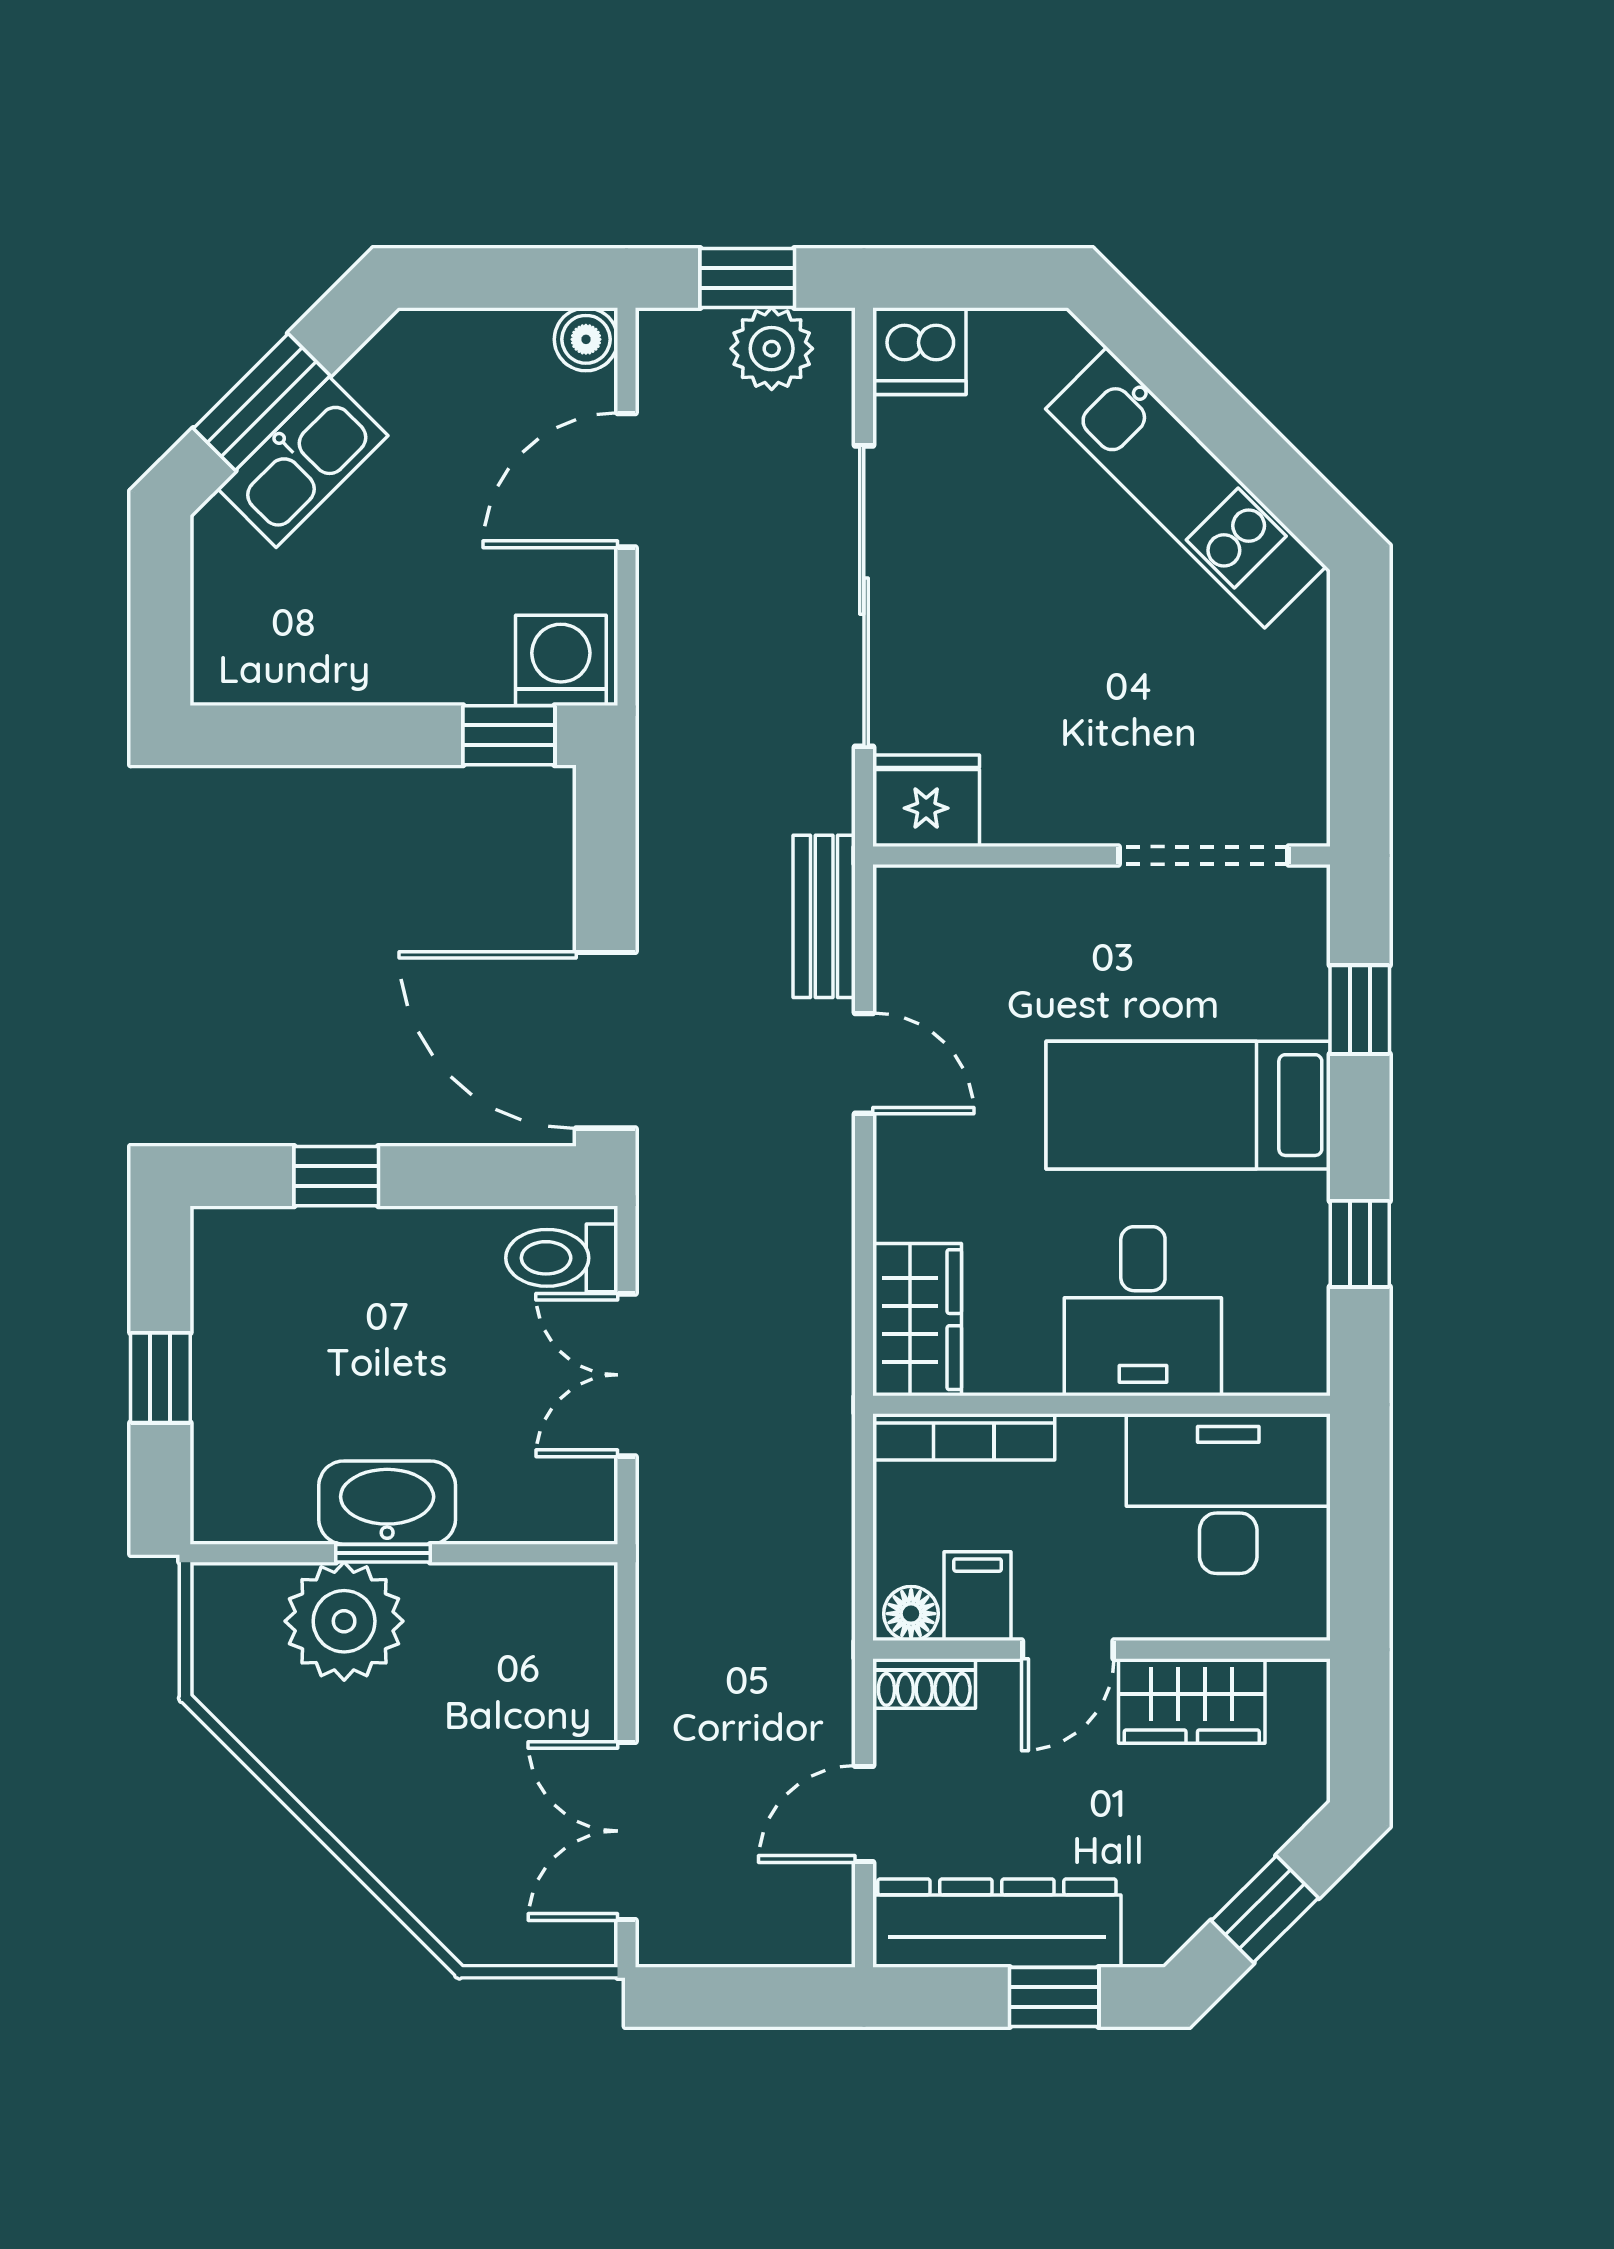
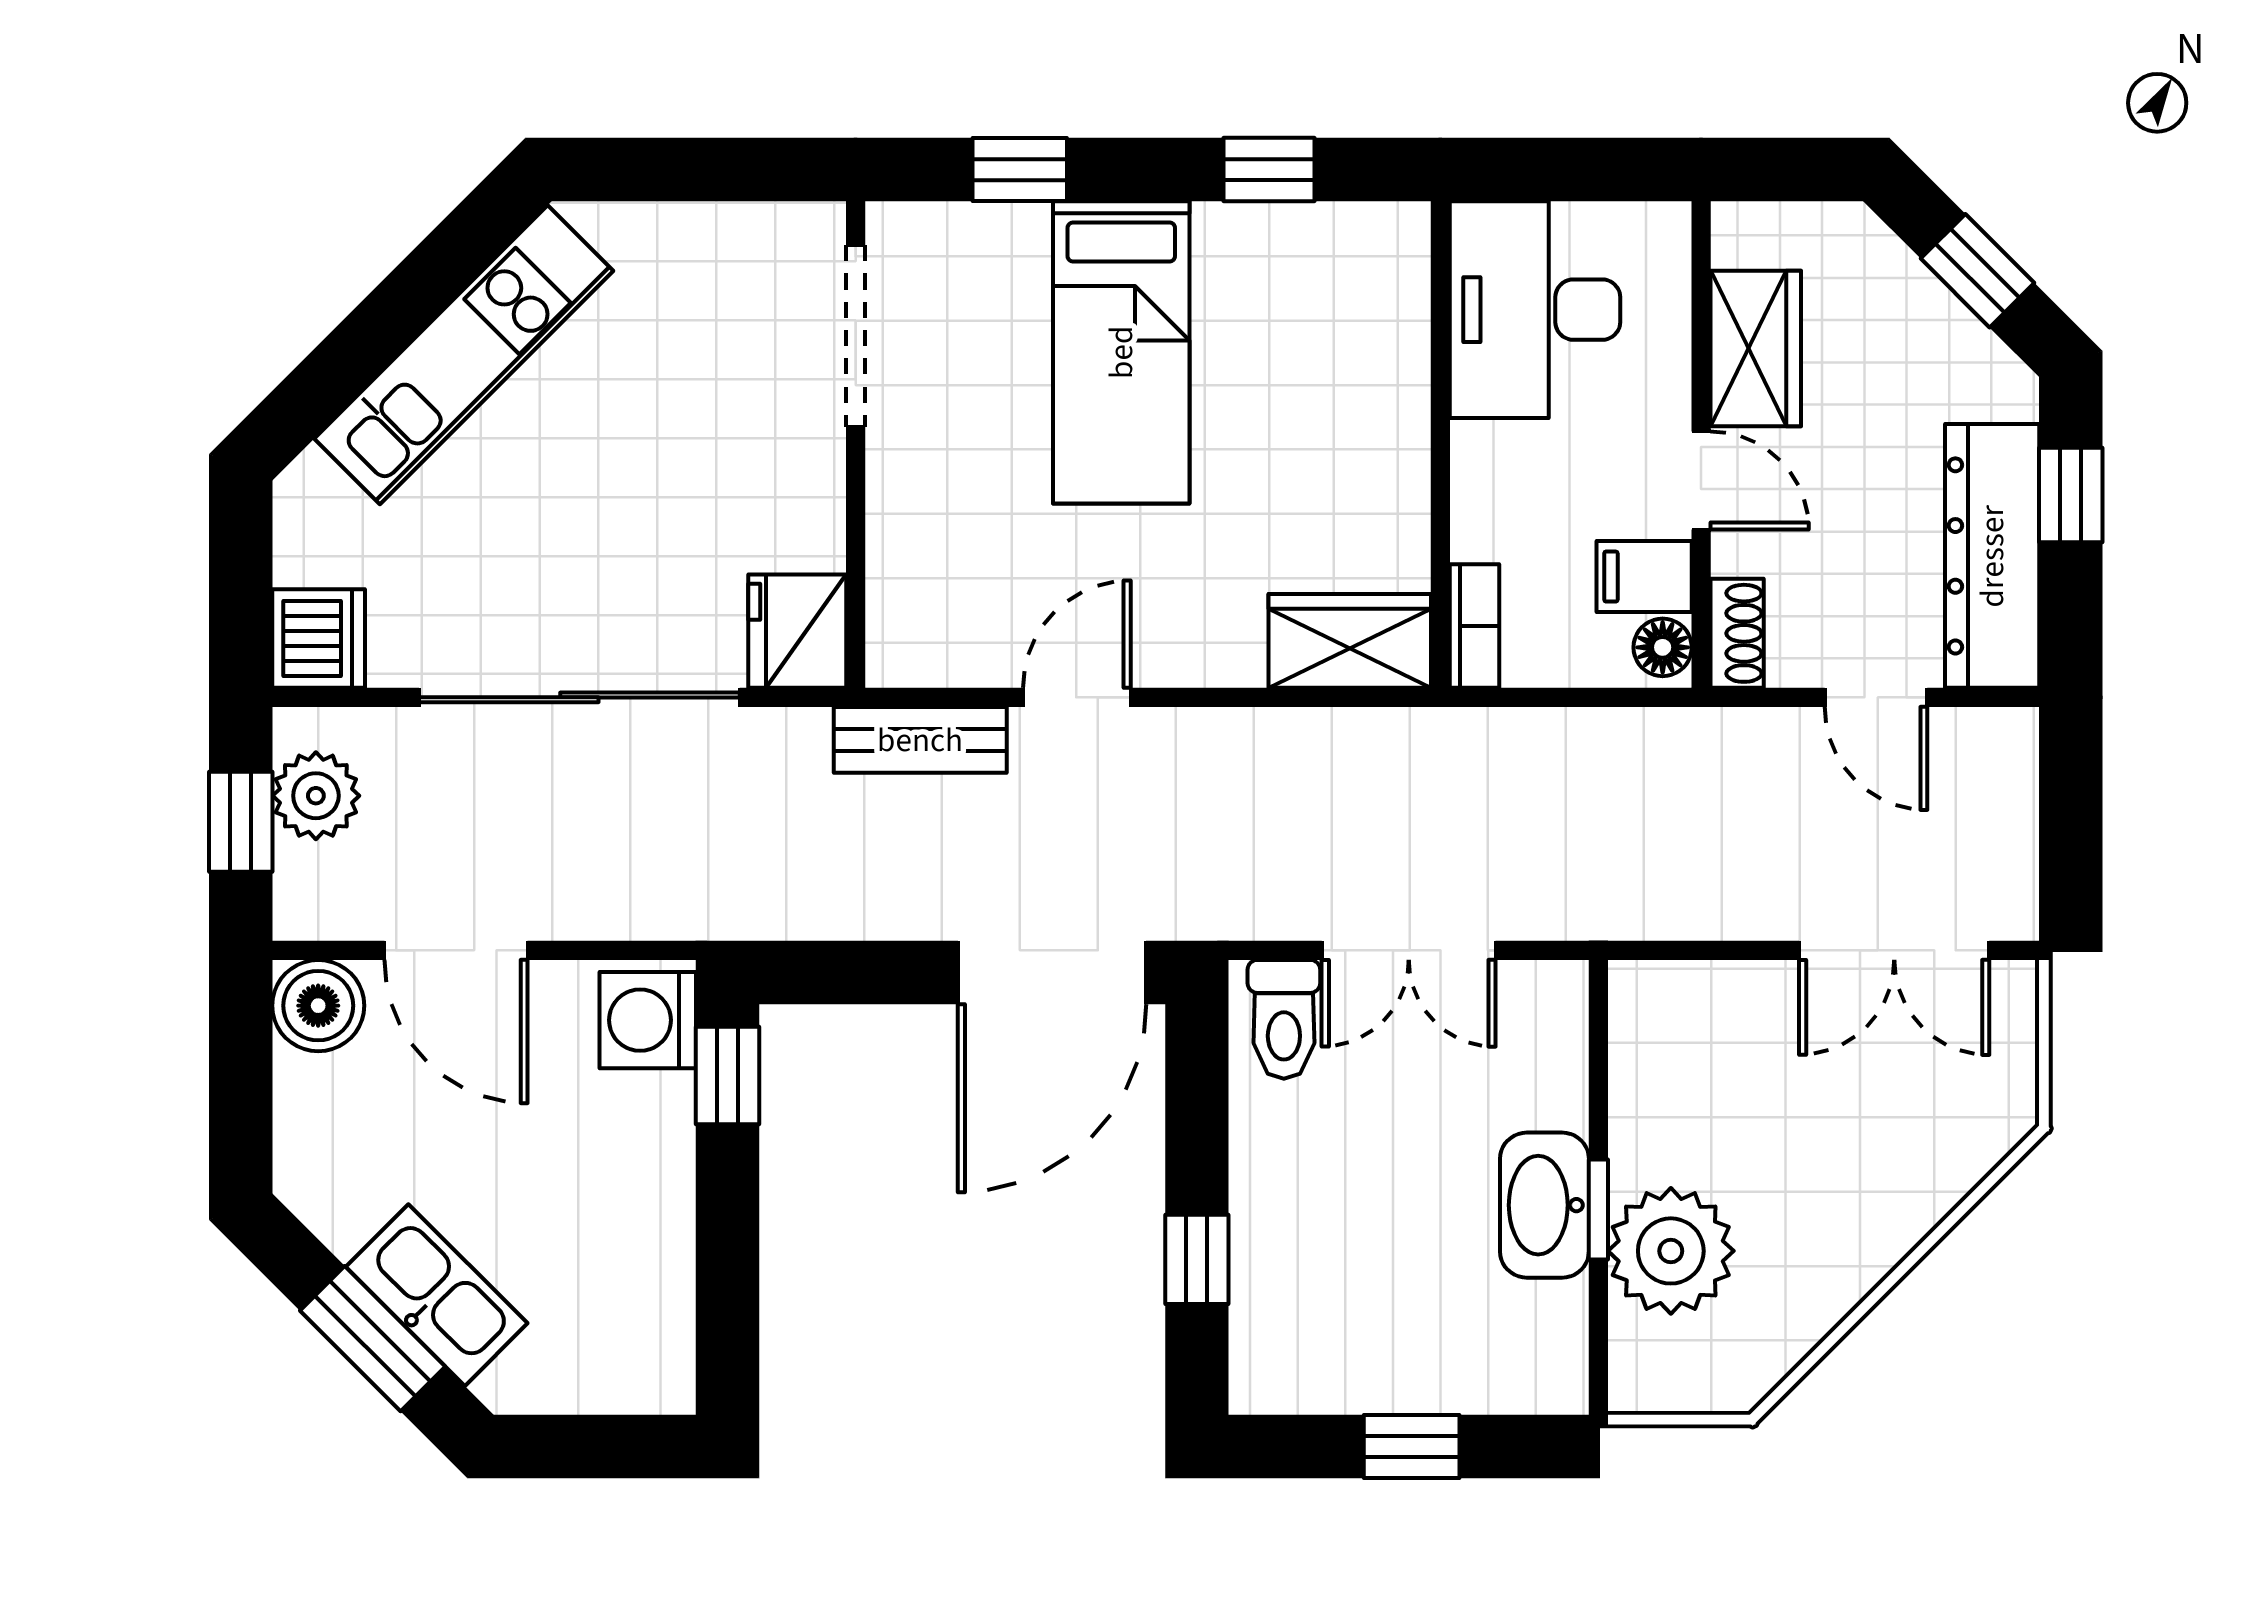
boiler: (586, 339) -> (318, 1006), width x1.36, depth x1.36
desk: (1143, 1311) -> (1341, 400), removed
bookcase: (964, 1437) -> (1474, 626), width x0.64

